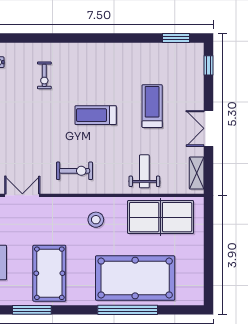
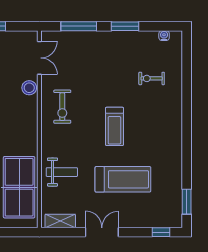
treadmill: (152, 106) -> (123, 179), width x1.37, depth x1.38
treadmill: (96, 115) -> (114, 126), turned 180
stool: (96, 220) -> (29, 88), moved

